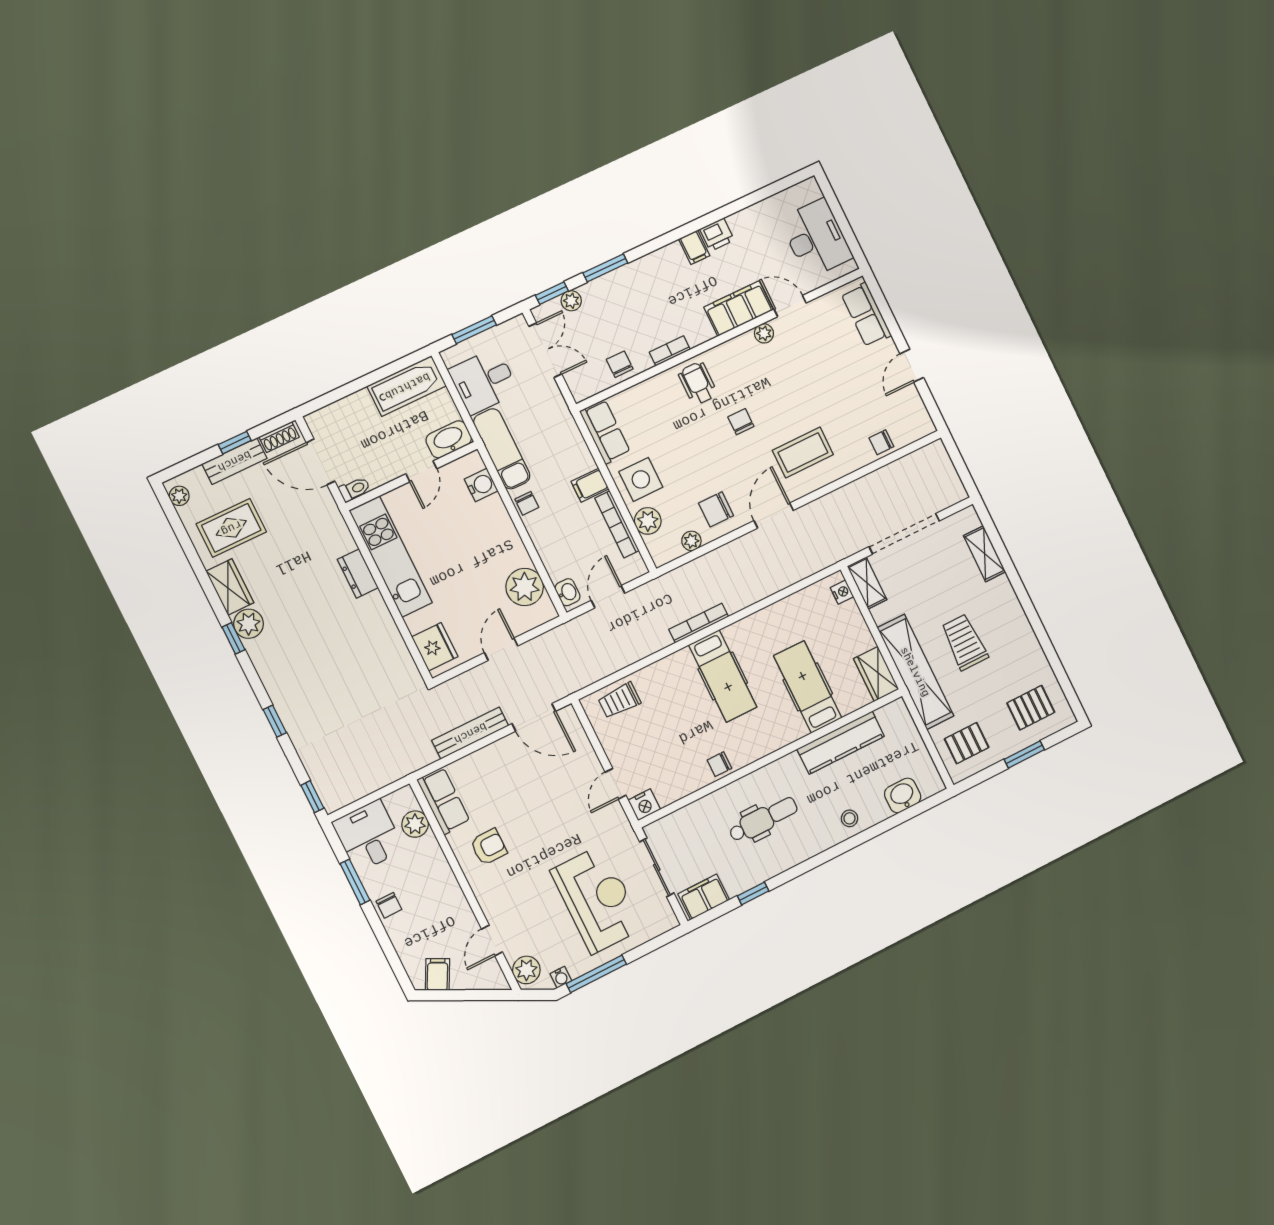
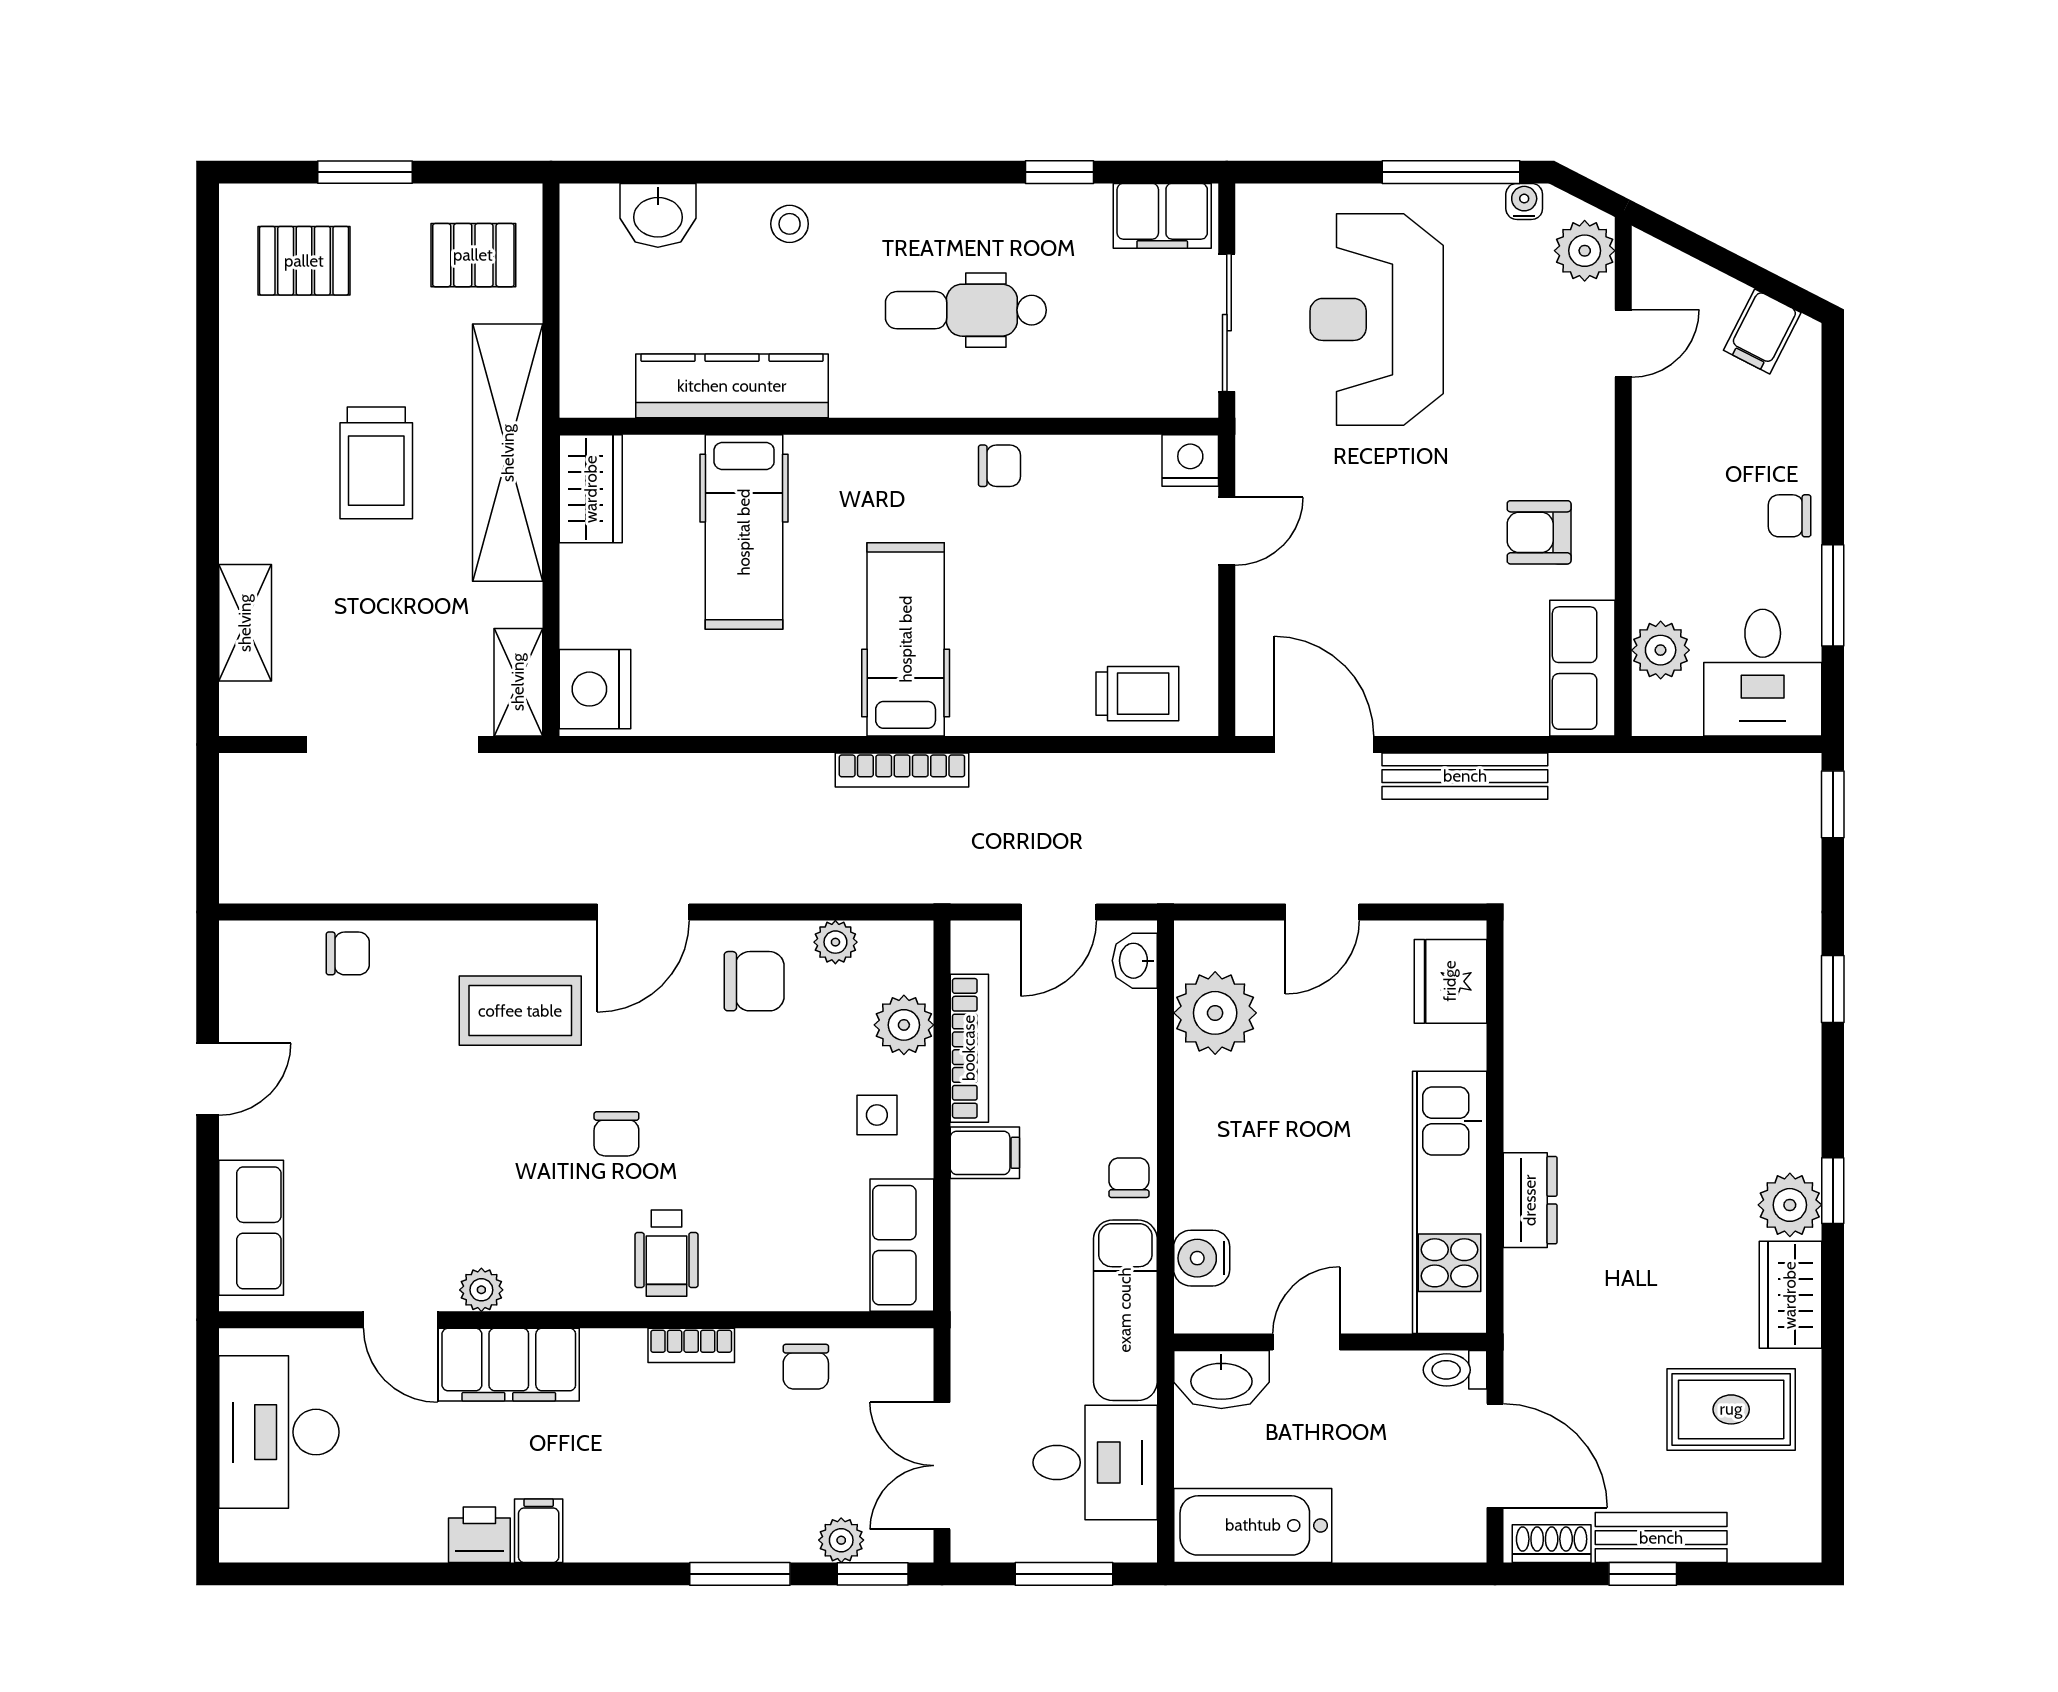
side table: (641, 479) -> (877, 1115), width x0.54, depth x0.54
plant: (179, 496) -> (1801, 1521), removed
nightstand: (842, 592) -> (595, 689), width x1.89, depth x1.79
chair: (389, 905) -> (1790, 516), turned -90

